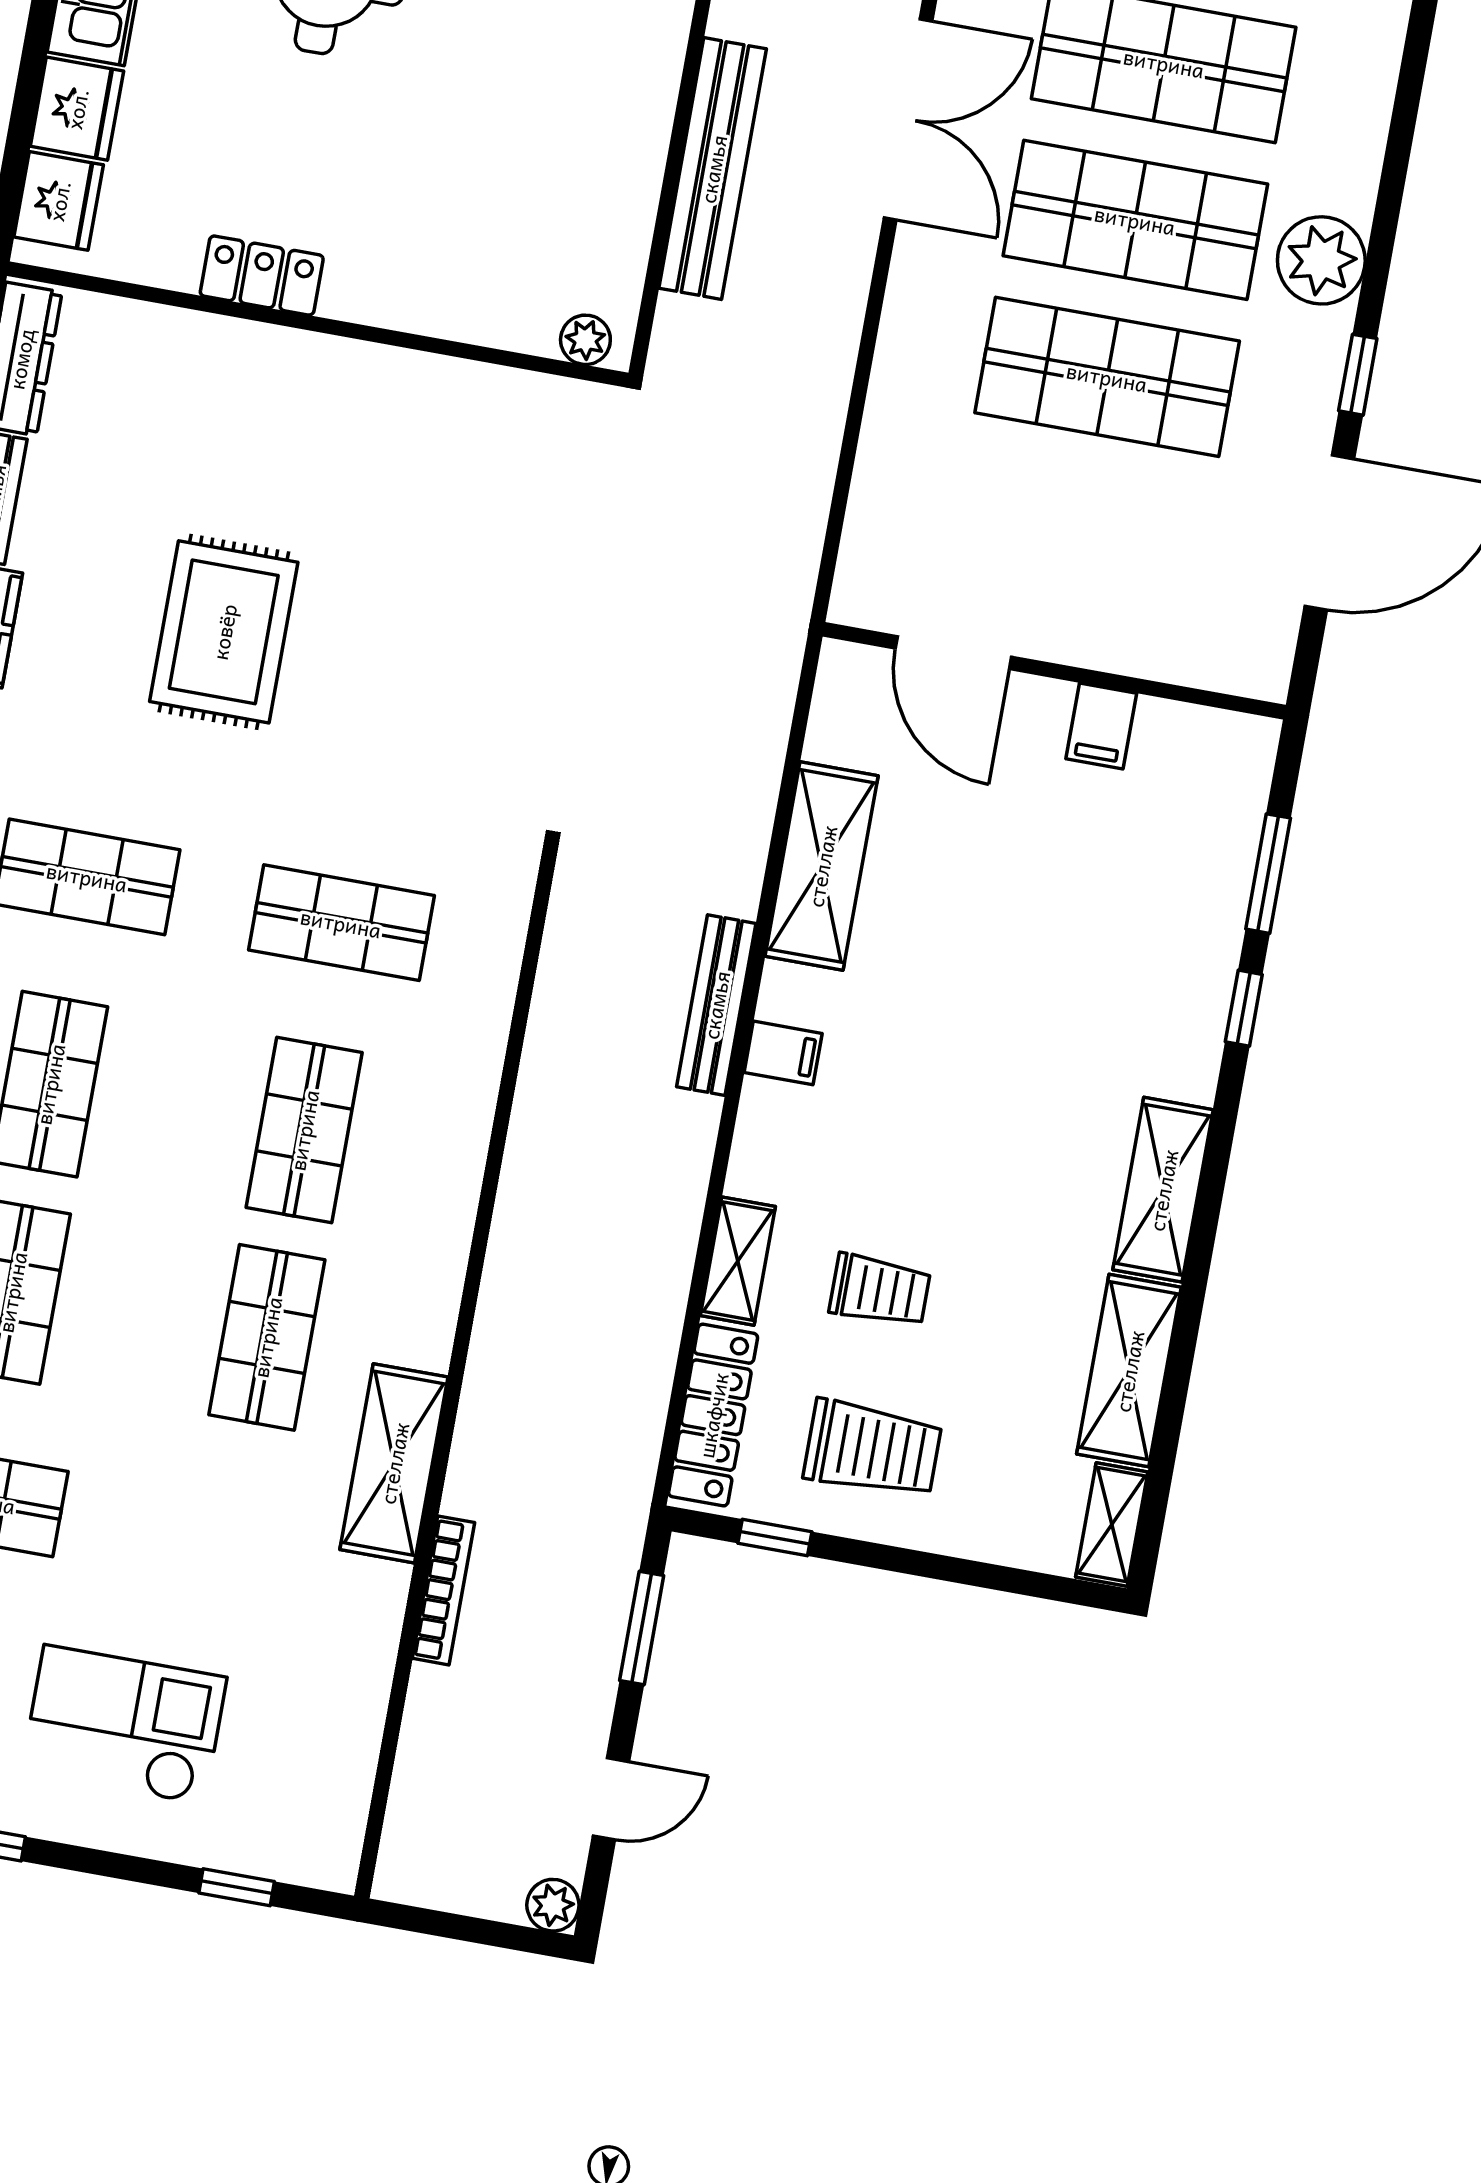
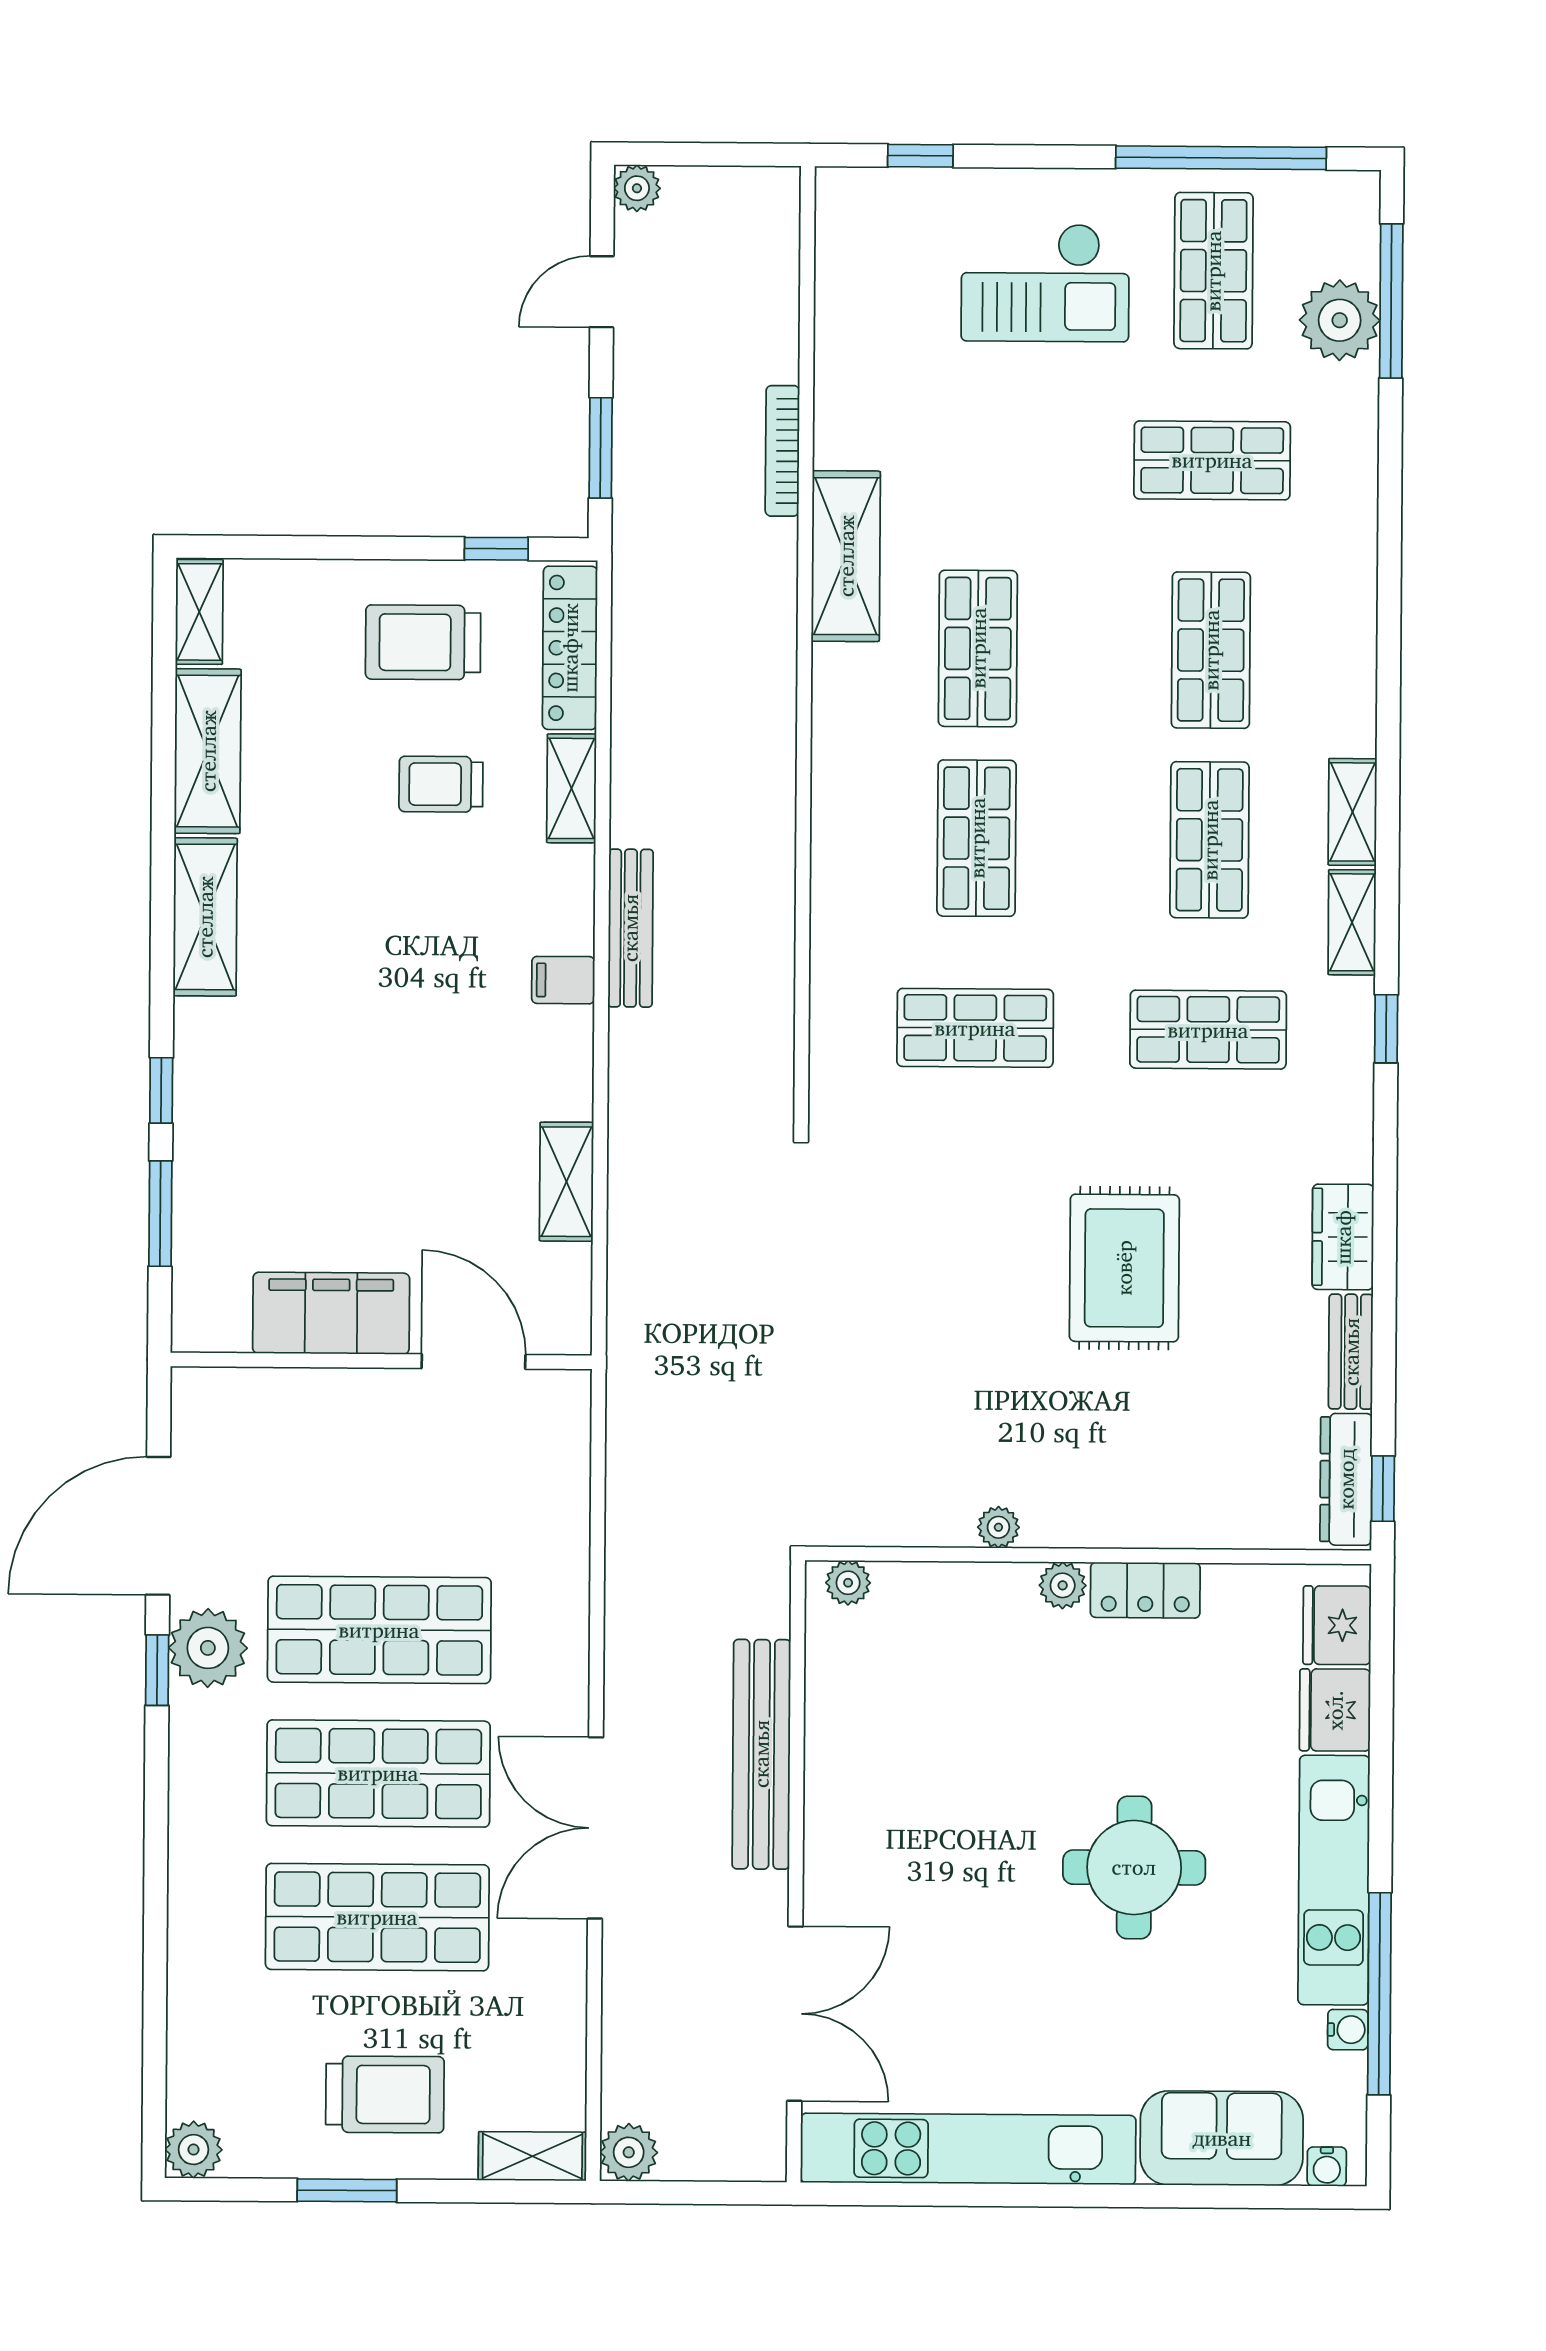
plant: (1321, 260) -> (208, 1648), moved
plant: (351, 296) -> (1063, 1585), added
plant: (410, 372) -> (998, 1527), added
filing cabinet: (1101, 726) -> (331, 1313), width x3.00, depth x1.17
shelving: (822, 866) -> (566, 1182), width x0.67, depth x0.75
bench: (716, 1005) -> (630, 928), moved

